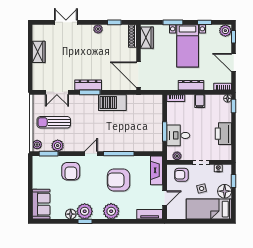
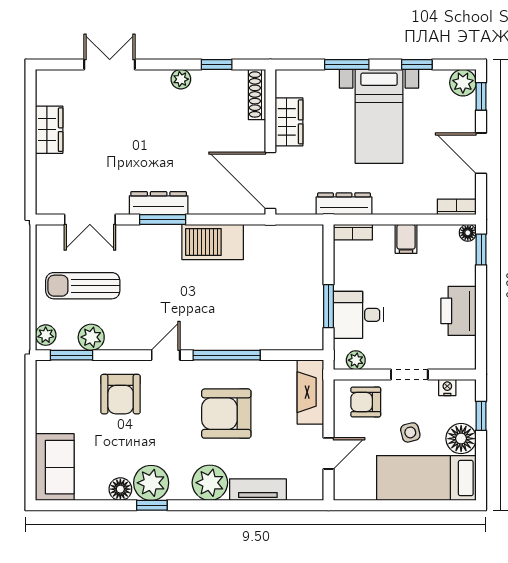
wardrobe: (147, 38) -> (289, 122), moved
dresser: (191, 85) -> (344, 204), moved
tv unit: (150, 214) -> (258, 490), moved

